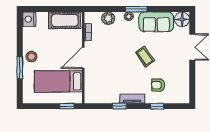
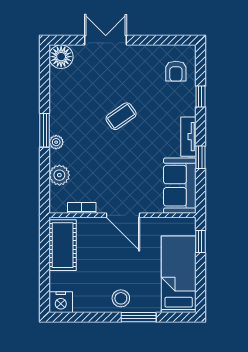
sofa: (156, 22) -> (180, 186), moved, turned 180
bed: (58, 81) -> (179, 274), moved, turned 180
armchair: (158, 85) -> (176, 71), moved

